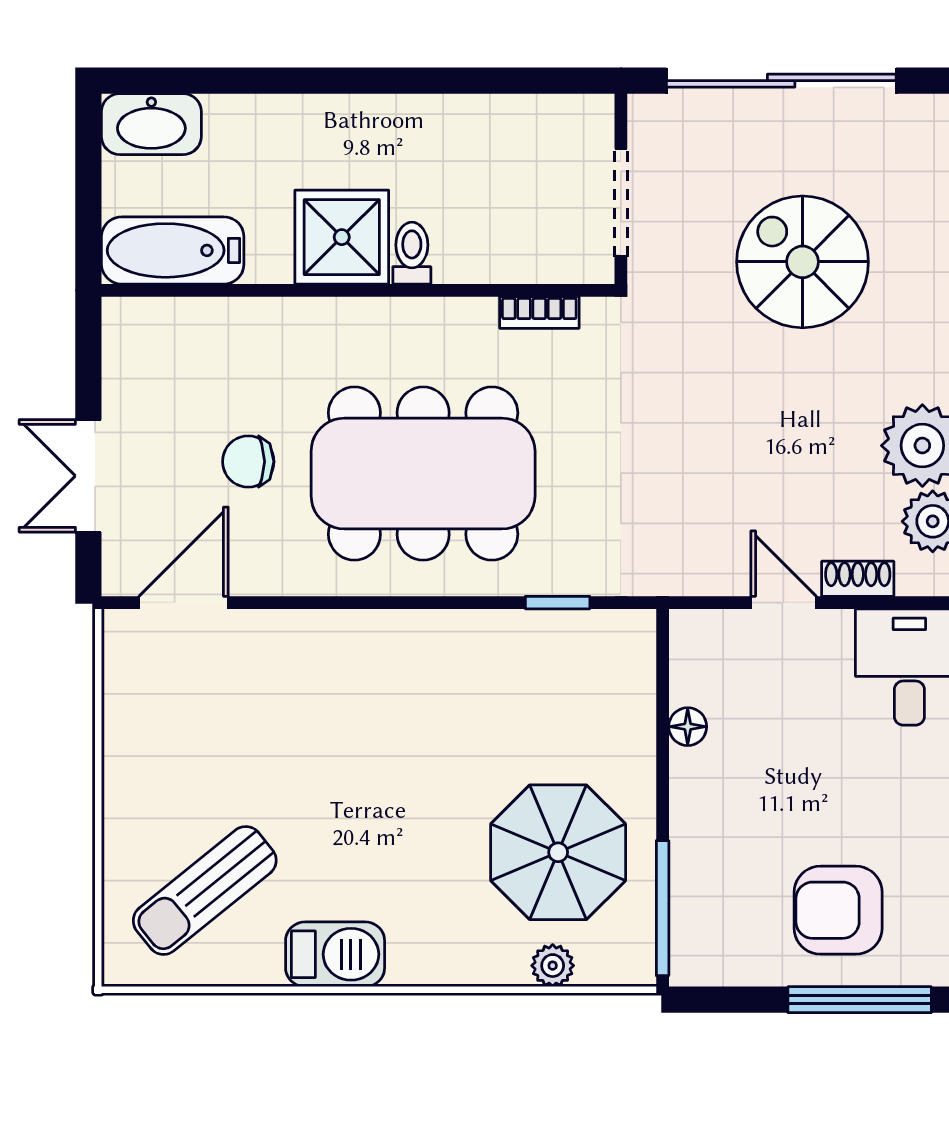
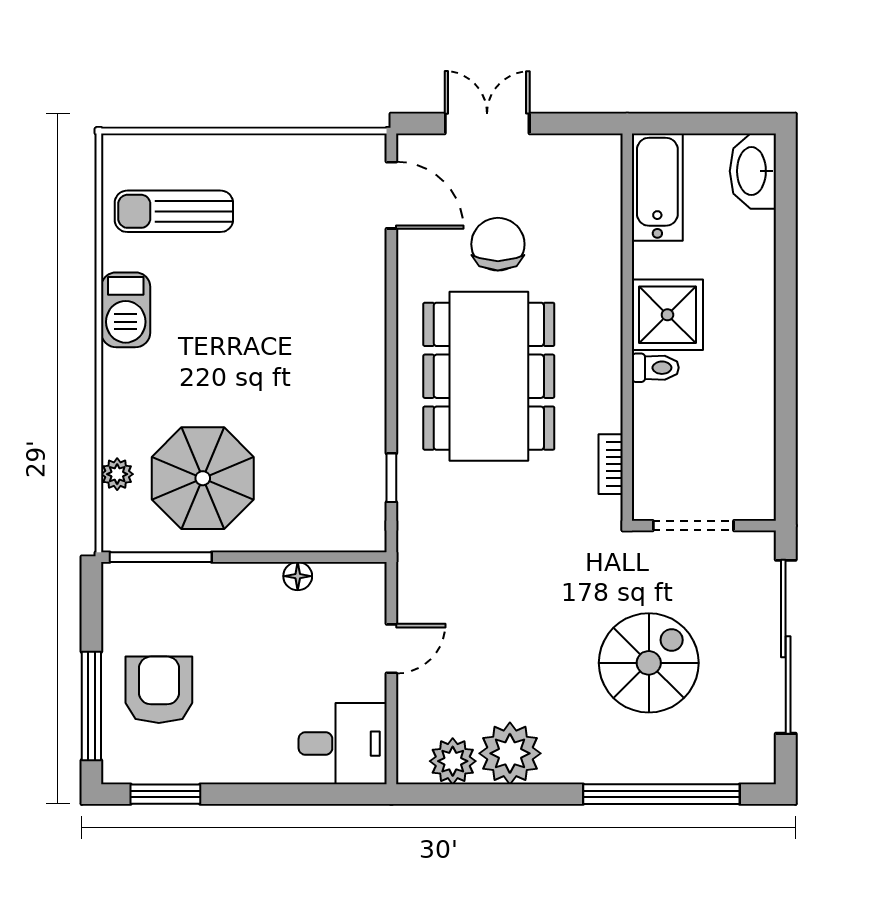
chair: (248, 462) -> (498, 244), width x1.37, depth x1.37
shoe rack: (858, 579) -> (409, 705), removed
sun lounger: (205, 890) -> (174, 211), turned -51

